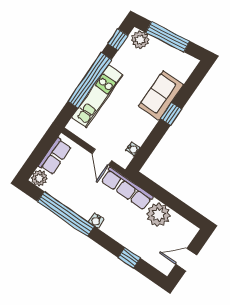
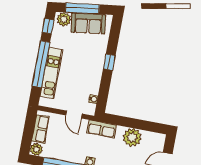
sofa: (161, 95) -> (88, 23), moved, turned -98
row of seats: (127, 189) -> (102, 129), width x0.68

